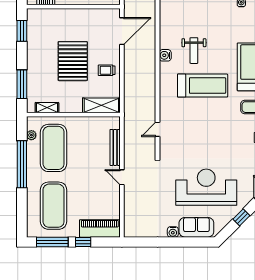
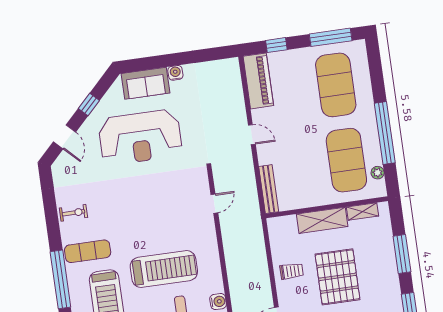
window: (22, 84) -> (402, 254), moved
treadmill: (203, 86) -> (164, 269), turned 180
shelving: (101, 105) -> (322, 220), moved
bench: (115, 147) -> (269, 189), moved
piano: (100, 228) -> (258, 81), moved, turned -90
window: (83, 242) -> (276, 45), moved

